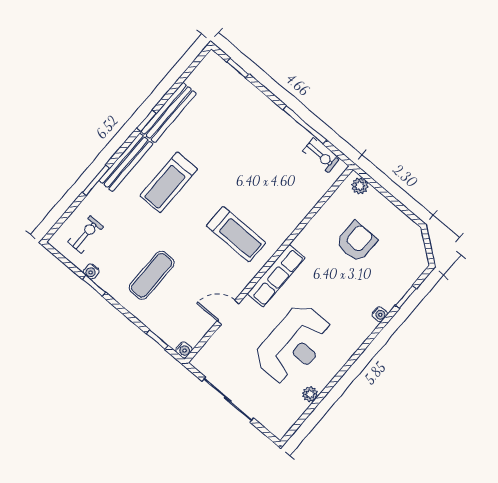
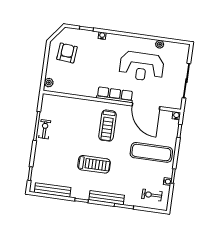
bench: (169, 112) -> (53, 190), moved
exercise bike: (321, 155) -> (45, 129), moved
treadmill: (169, 182) -> (94, 164), moved
treadmill: (236, 234) -> (107, 126), turned 180
armchair: (356, 242) -> (67, 53), moved, turned 95
exercise mat: (152, 275) -> (151, 152), width x1.36, depth x1.45
door: (228, 312) -> (146, 106), width x1.88
reception desk: (294, 345) -> (142, 66), turned 180

